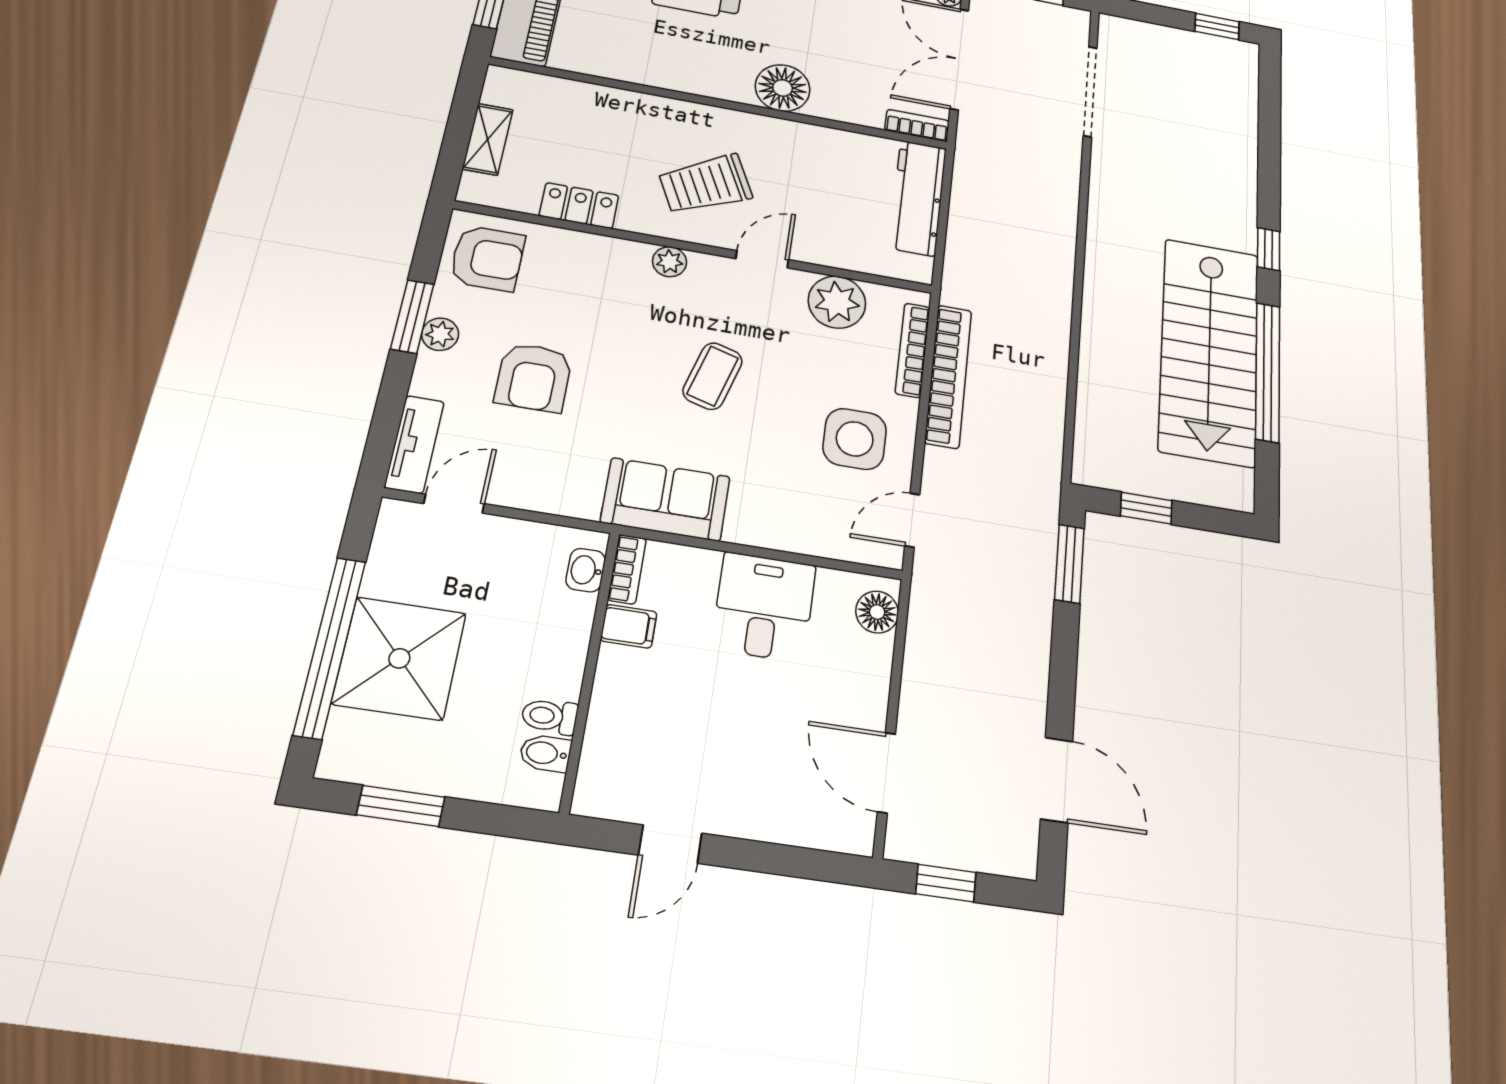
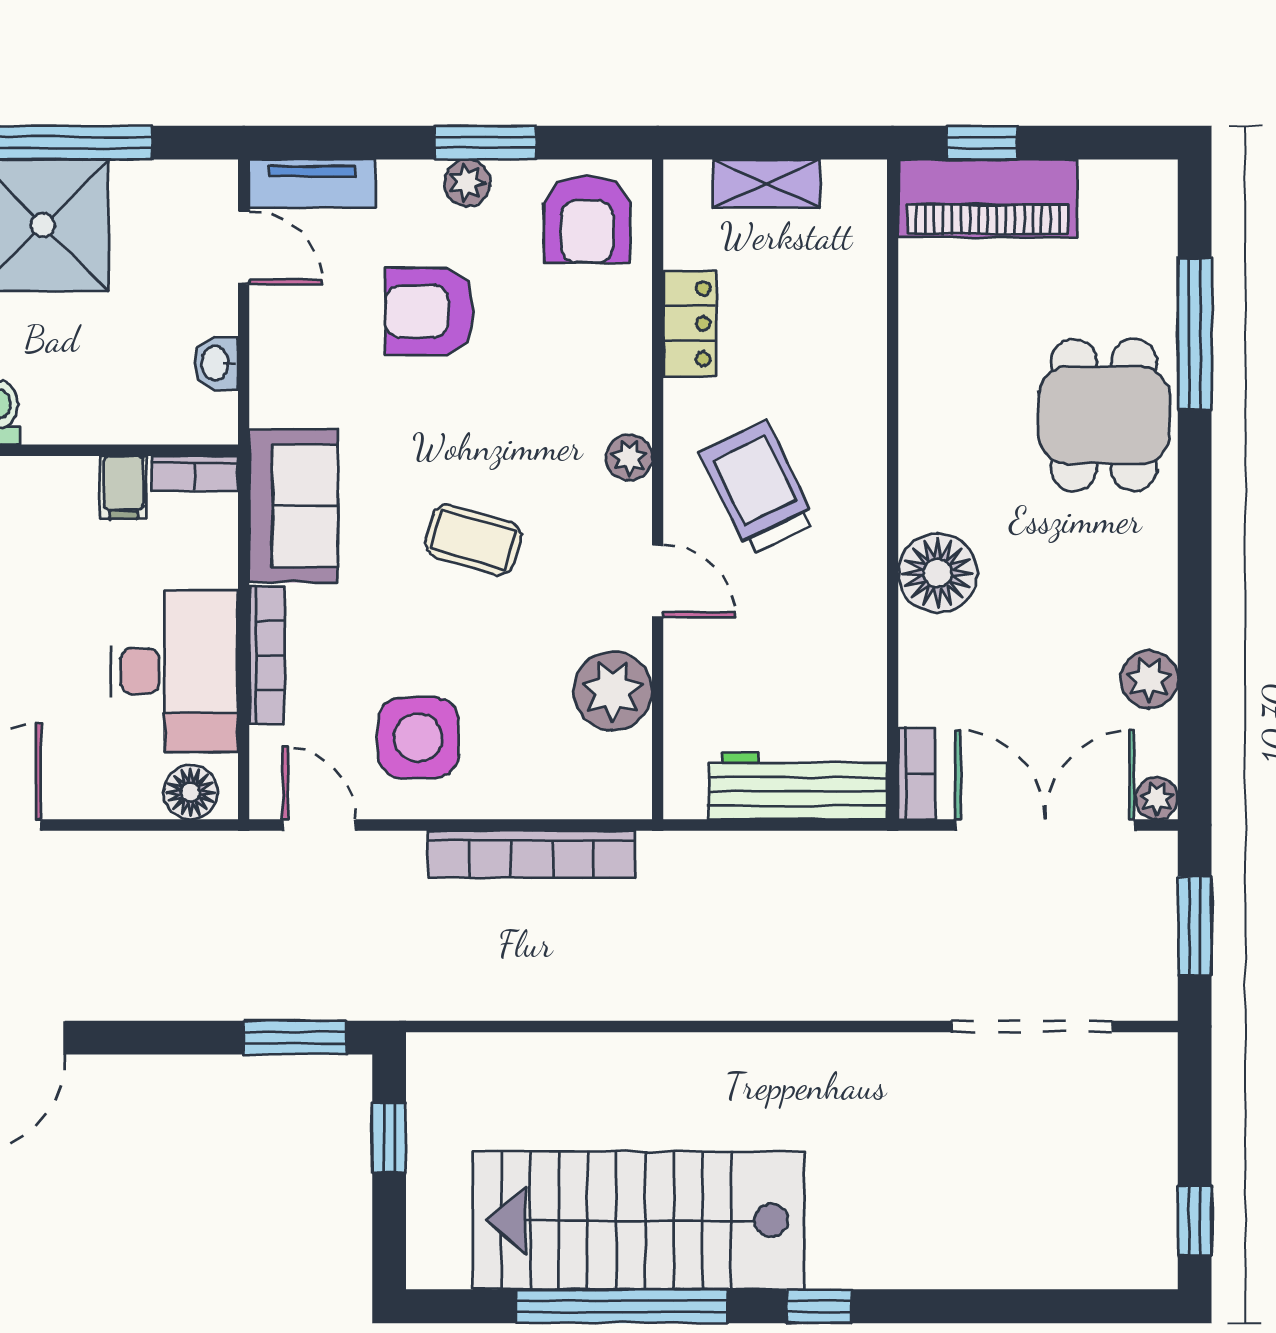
bookcase: (913, 350) -> (267, 656), moved, turned 90
washbasin: (586, 570) -> (216, 363), moved, turned -90
desk: (764, 607) -> (174, 671), width x1.37

